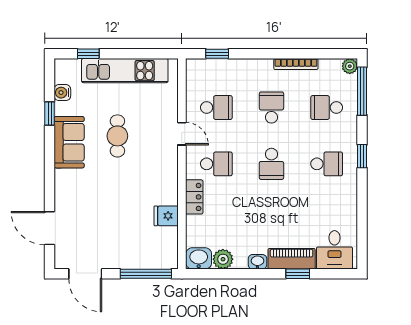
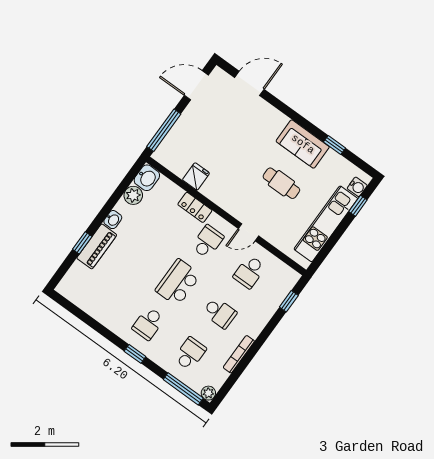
water cooler: (62, 93) -> (357, 187), moved, turned 90
school desk: (216, 164) -> (208, 242), turned 180
school desk: (271, 164) -> (178, 283), width x1.85
desk: (335, 250) -> (80, 283), removed

